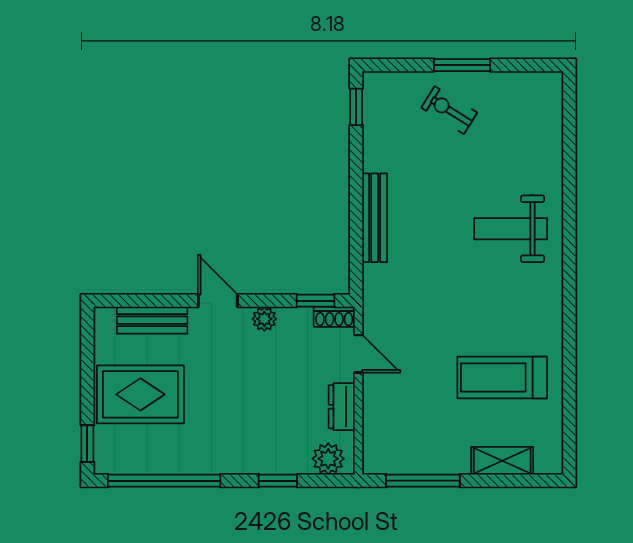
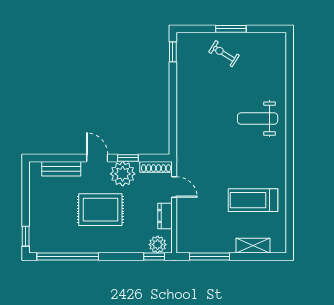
bench: (375, 218) -> (183, 113), removed
window: (316, 301) -> (128, 158), moved
shoe rack: (334, 317) -> (156, 167), width x1.43
plant: (264, 319) -> (123, 174), width x1.87, depth x1.87
rug: (140, 394) -> (100, 210), moved
window: (278, 481) -> (154, 257), moved

